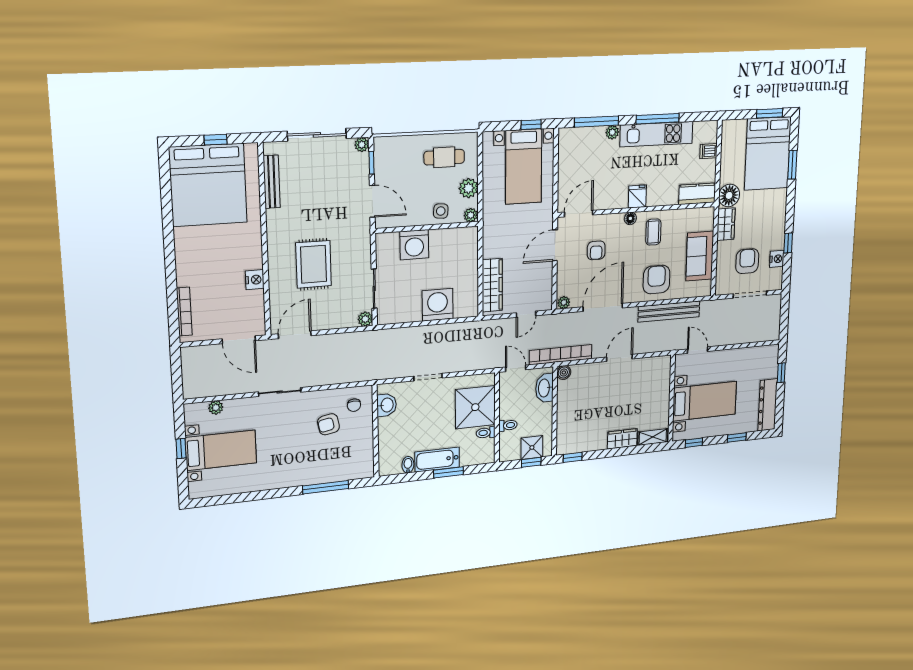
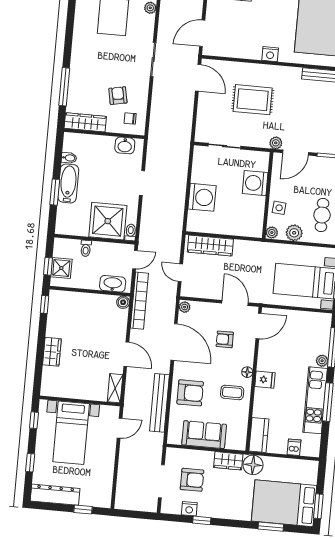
door: (579, 214) -> (259, 326), hinge flipped
nightstand: (255, 280) -> (270, 54), moved
plant: (365, 319) -> (276, 143), moved
toilet: (486, 433) -> (131, 232), moved
shelving: (653, 437) -> (115, 388), moved
wardrobe: (365, 455) -> (85, 122), added

